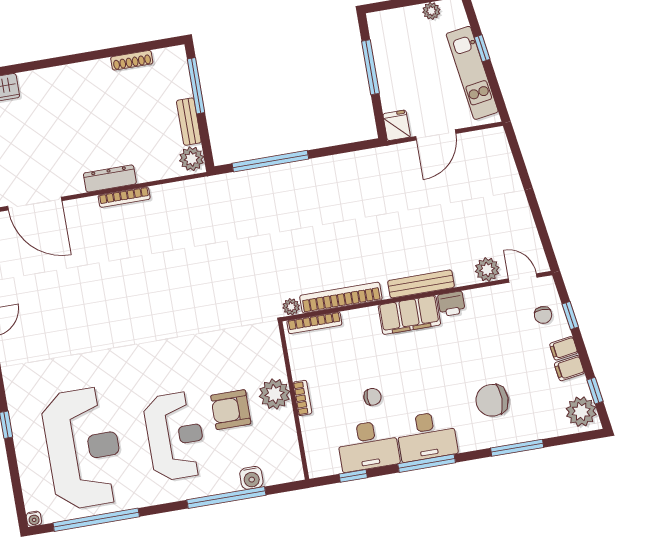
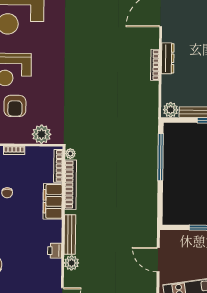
fridge: (397, 125) -> (168, 237), removed
plant: (487, 270) -> (71, 263), moved
filing cabinet: (409, 315) -> (53, 201), moved
plant: (275, 394) -> (42, 134), moved
armchair: (231, 410) -> (15, 106), turned 180

